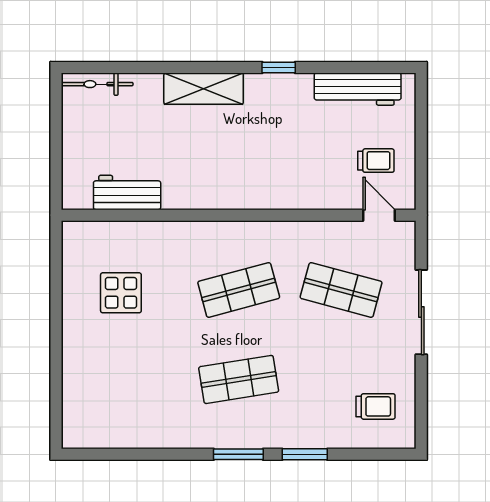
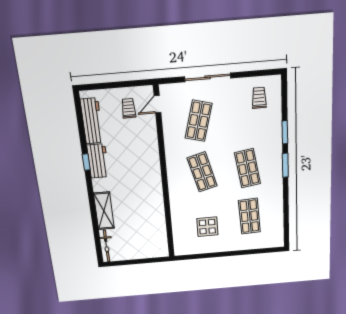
shelving: (204, 89) -> (104, 211), moved
workbench: (127, 192) -> (98, 161), moved, turned 180
shop shelf: (136, 379) -> (249, 216), added

